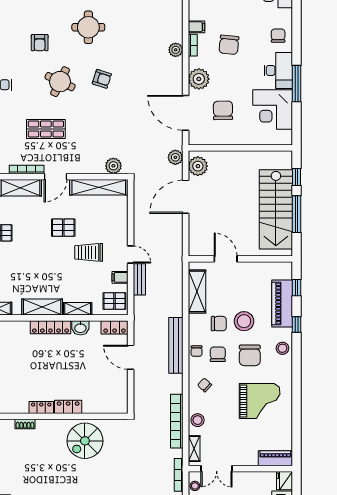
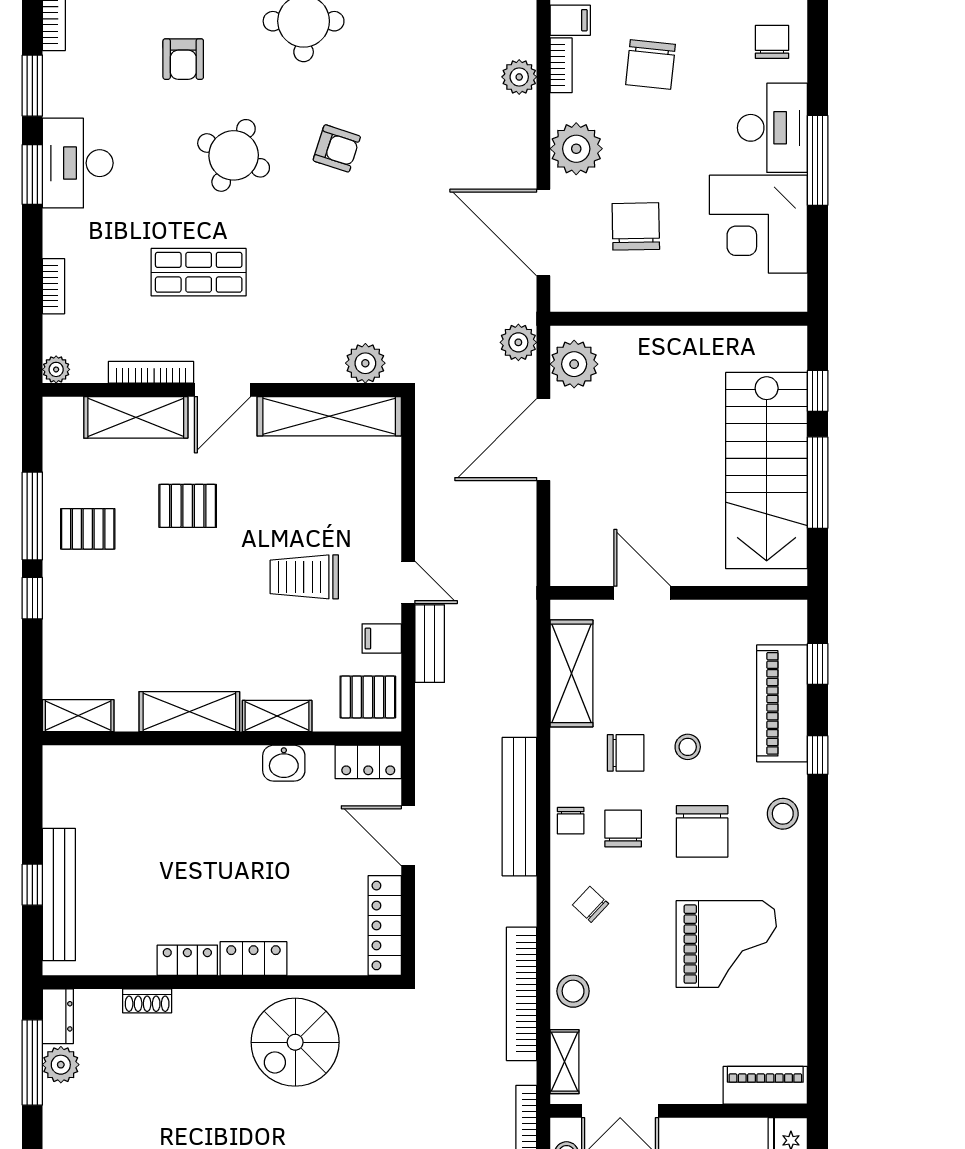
pallet: (63, 228) -> (188, 506), moved
stool: (244, 321) -> (688, 747), width x0.53, depth x0.53
locker: (50, 327) -> (385, 925), moved, turned 90

